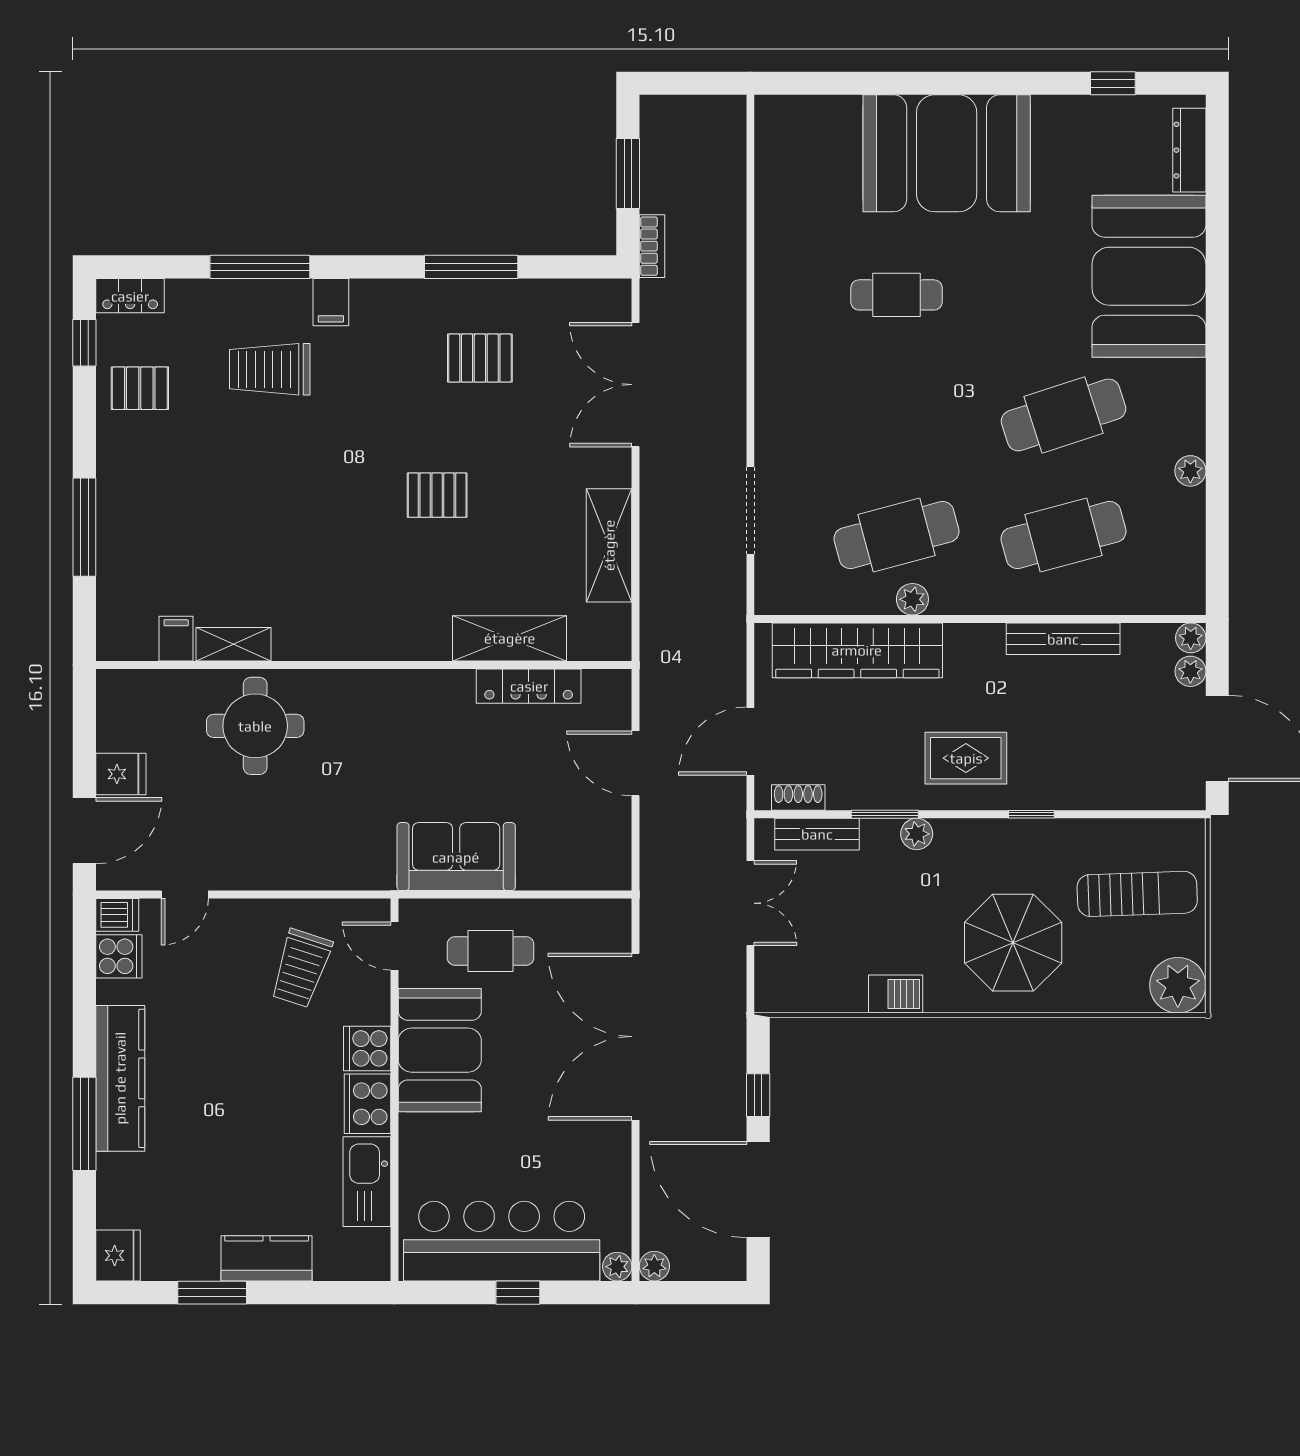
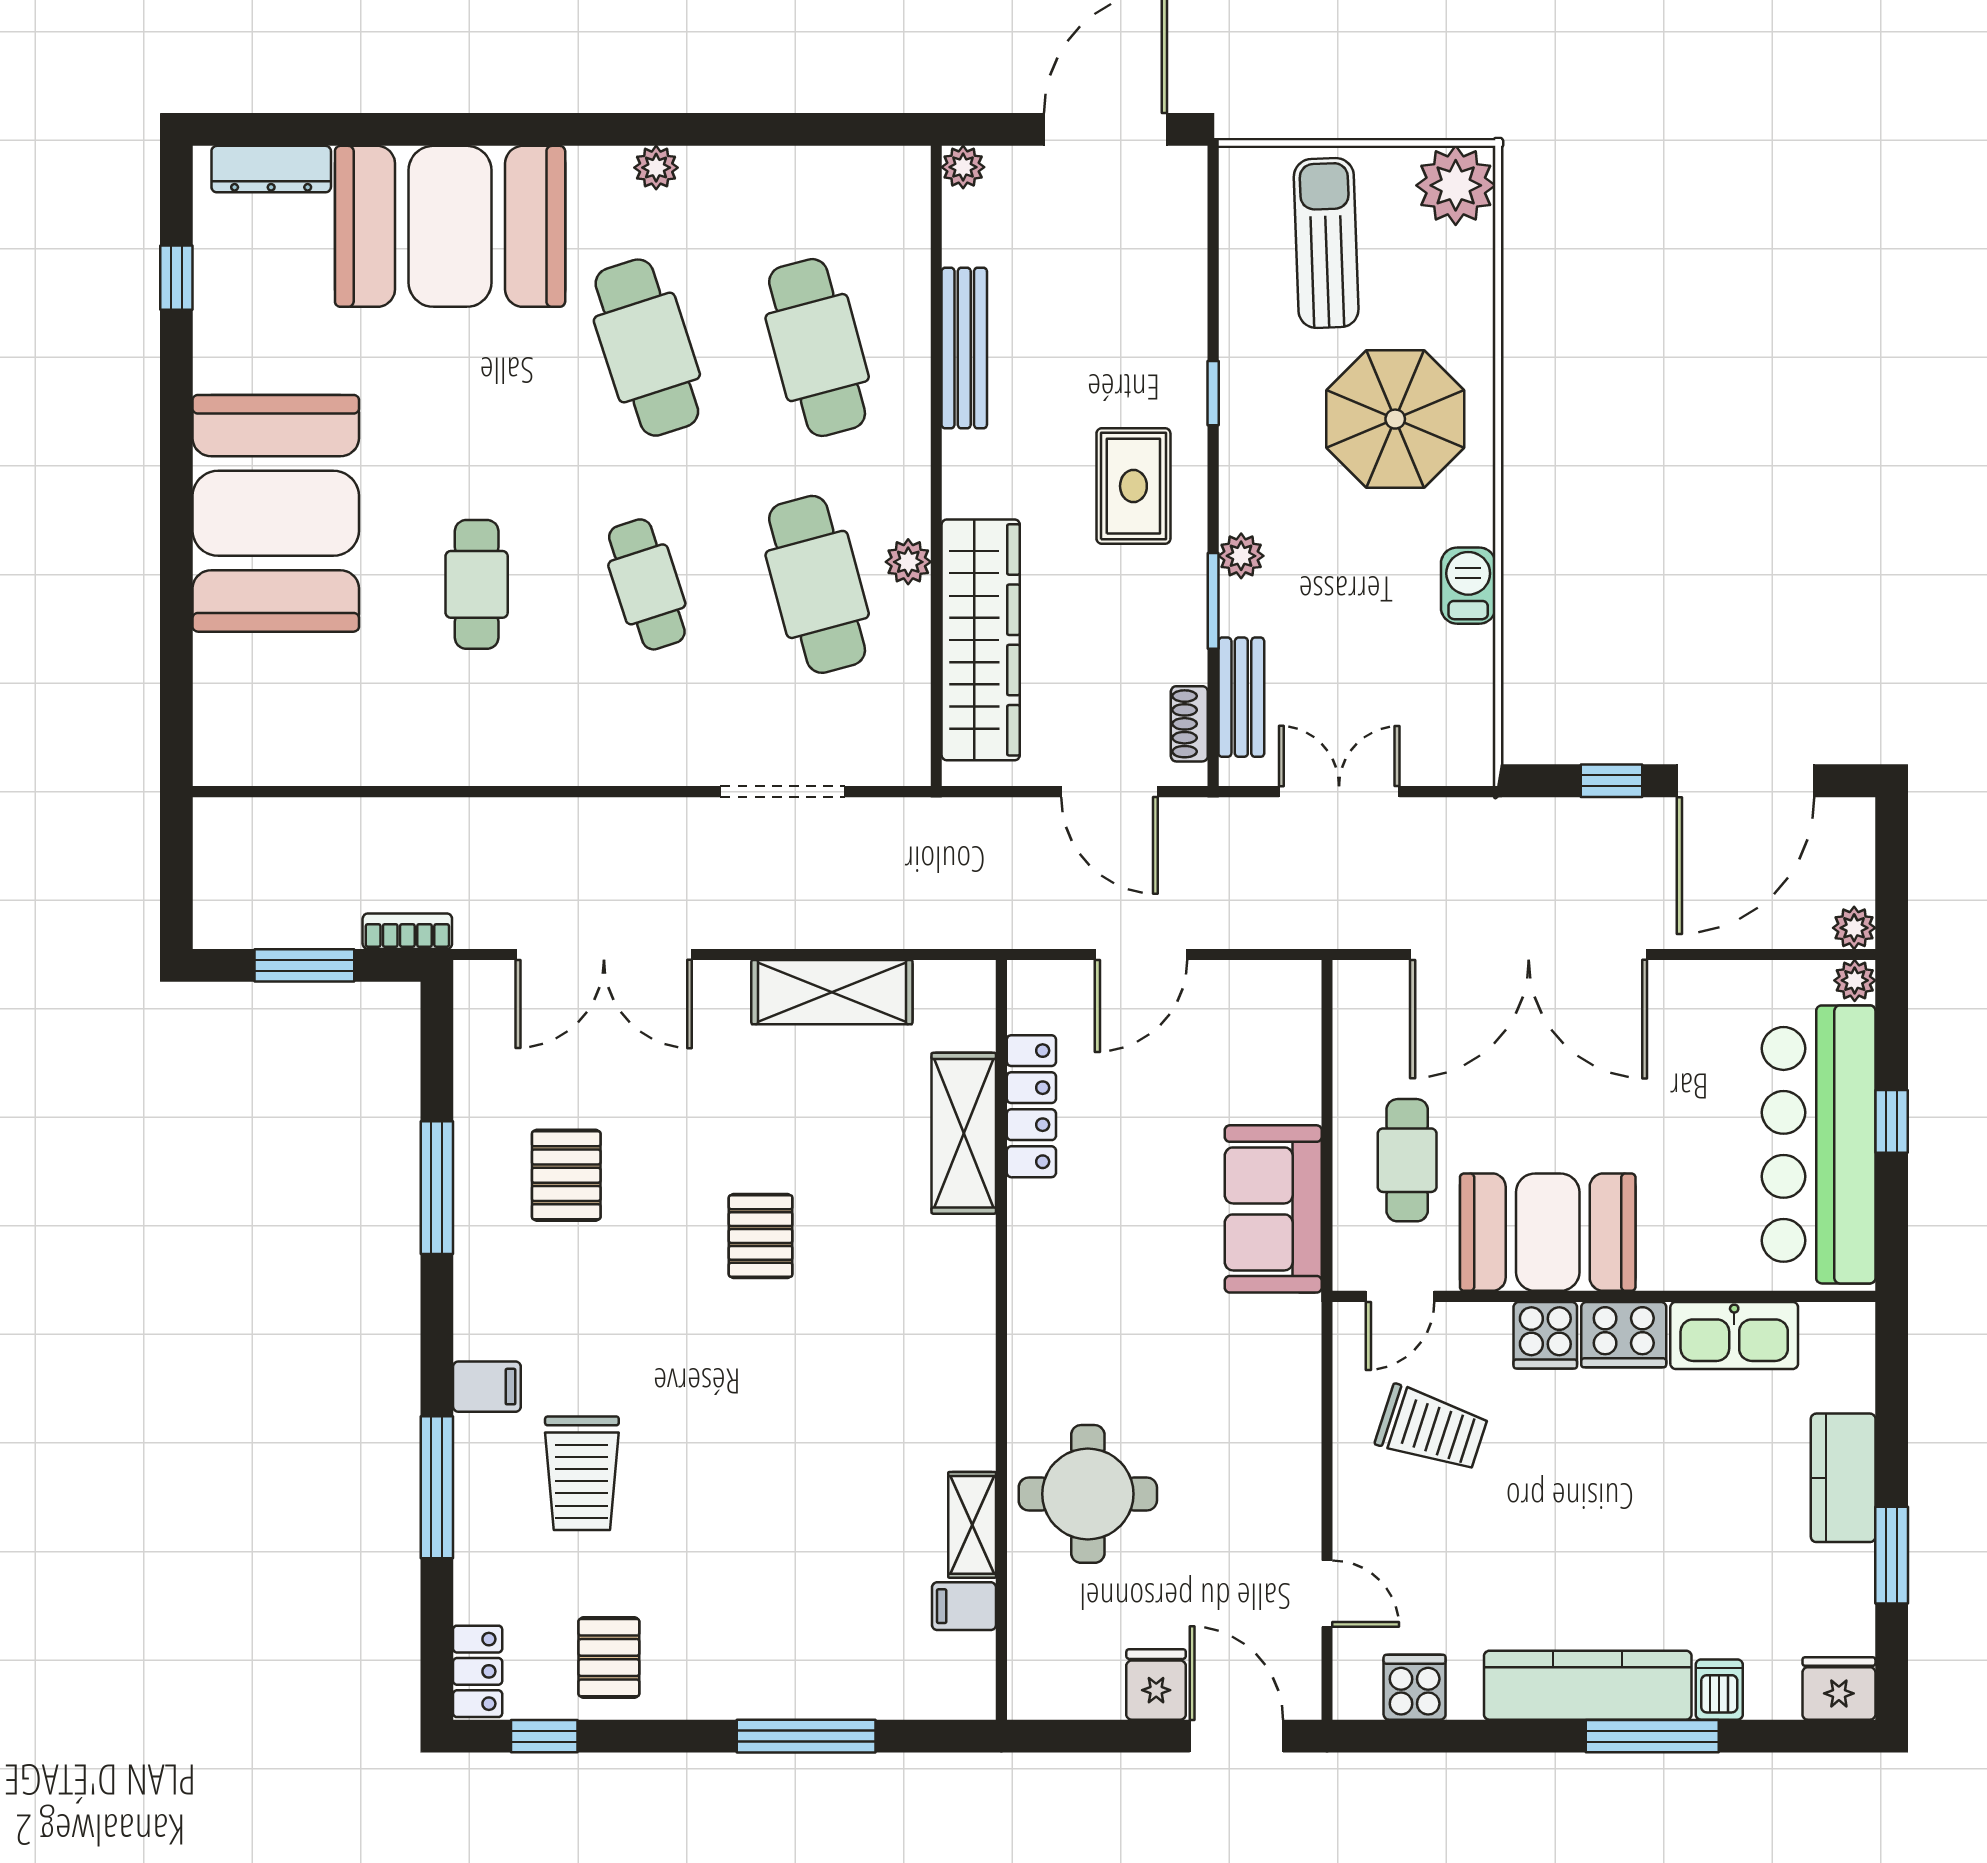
cafe table: (896, 415) -> (647, 584), added
plant: (1190, 471) -> (656, 168), moved
plant: (1190, 671) -> (1010, 167), removed
dishwasher: (117, 915) -> (1719, 1690), moved

